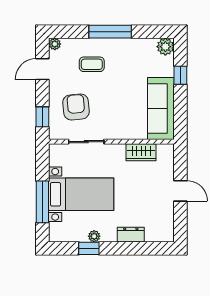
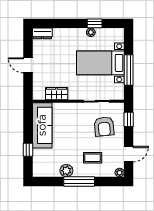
plant: (165, 47) -> (66, 171), moved
window: (42, 202) -> (129, 70), moved
dresser: (131, 235) -> (42, 33), moved

